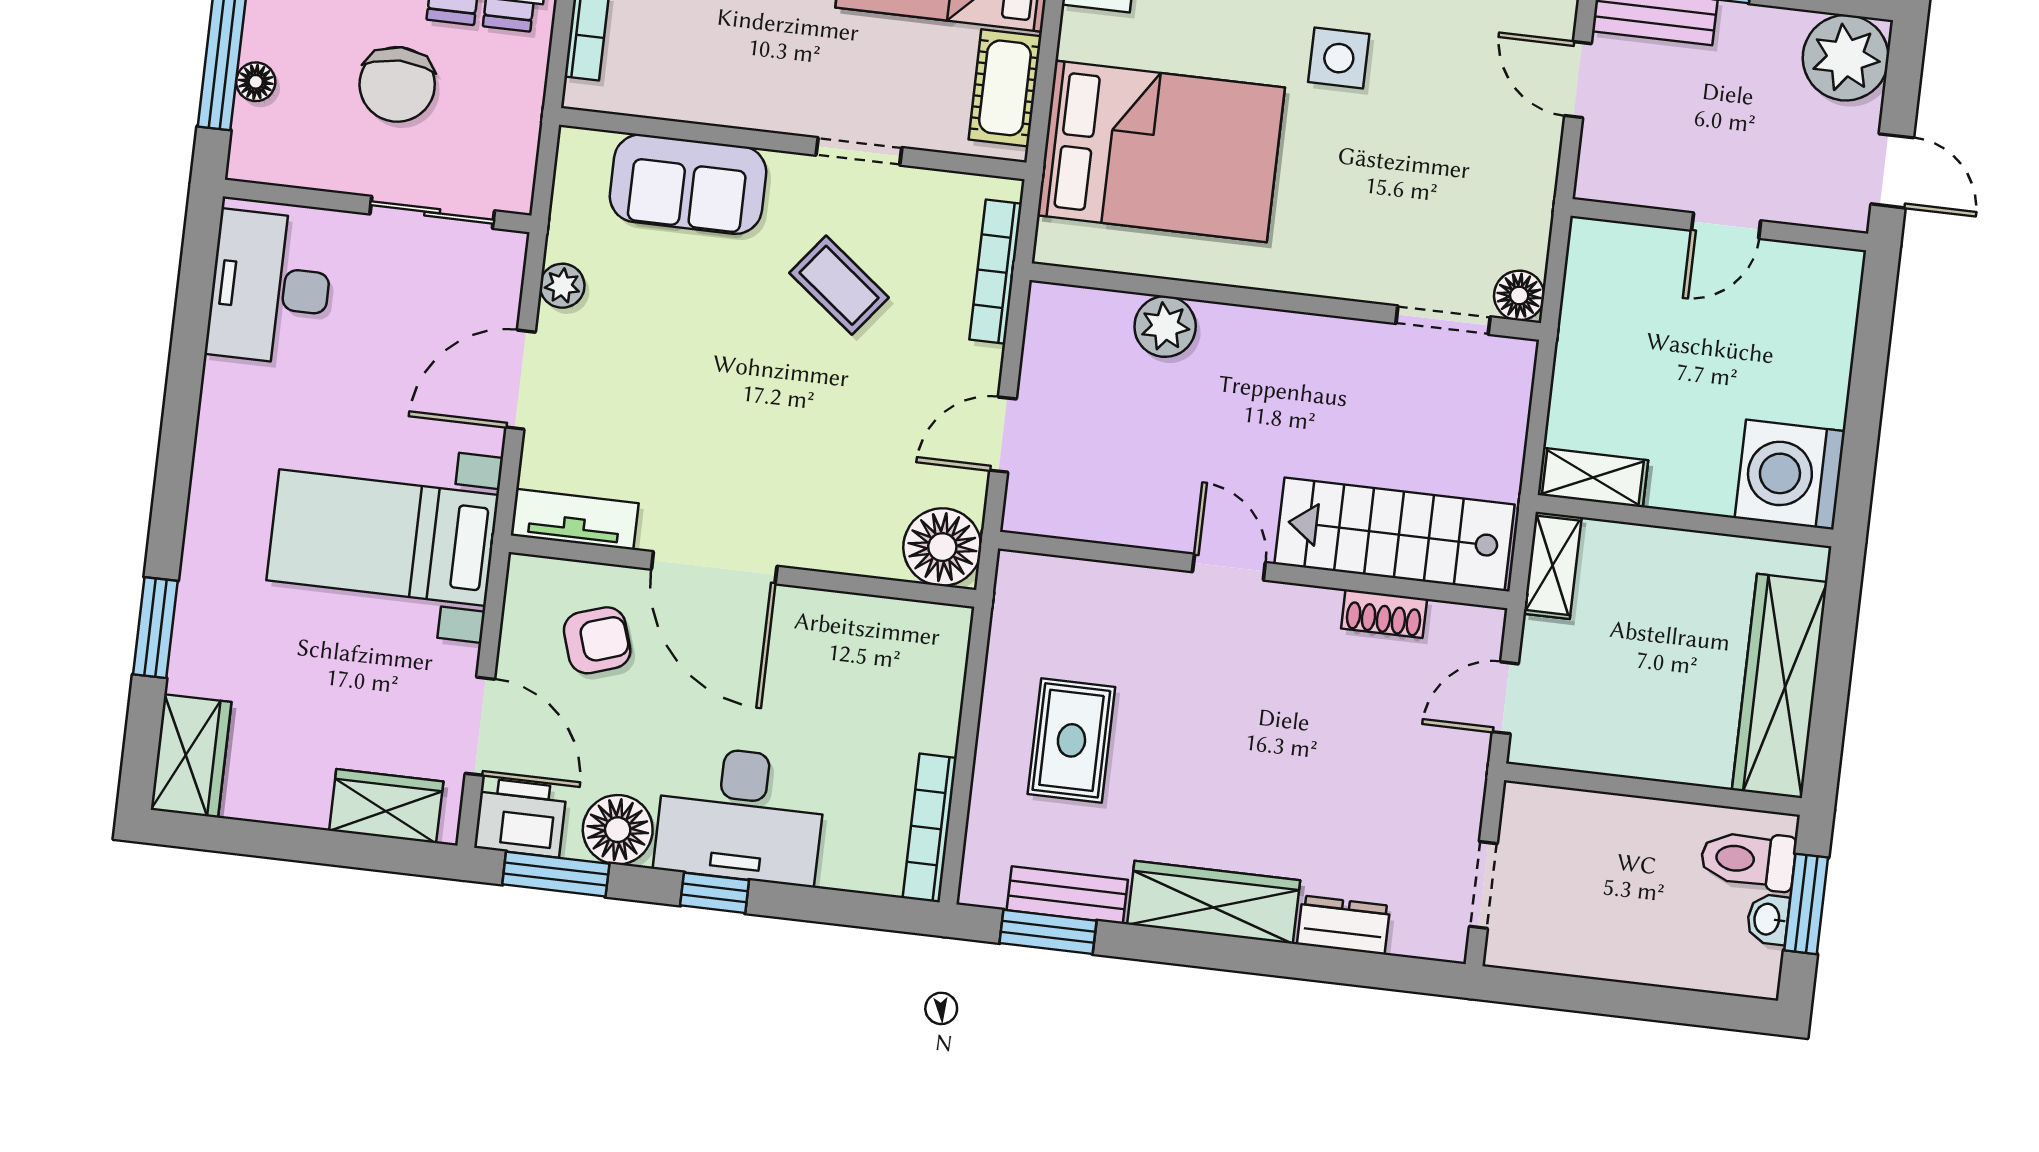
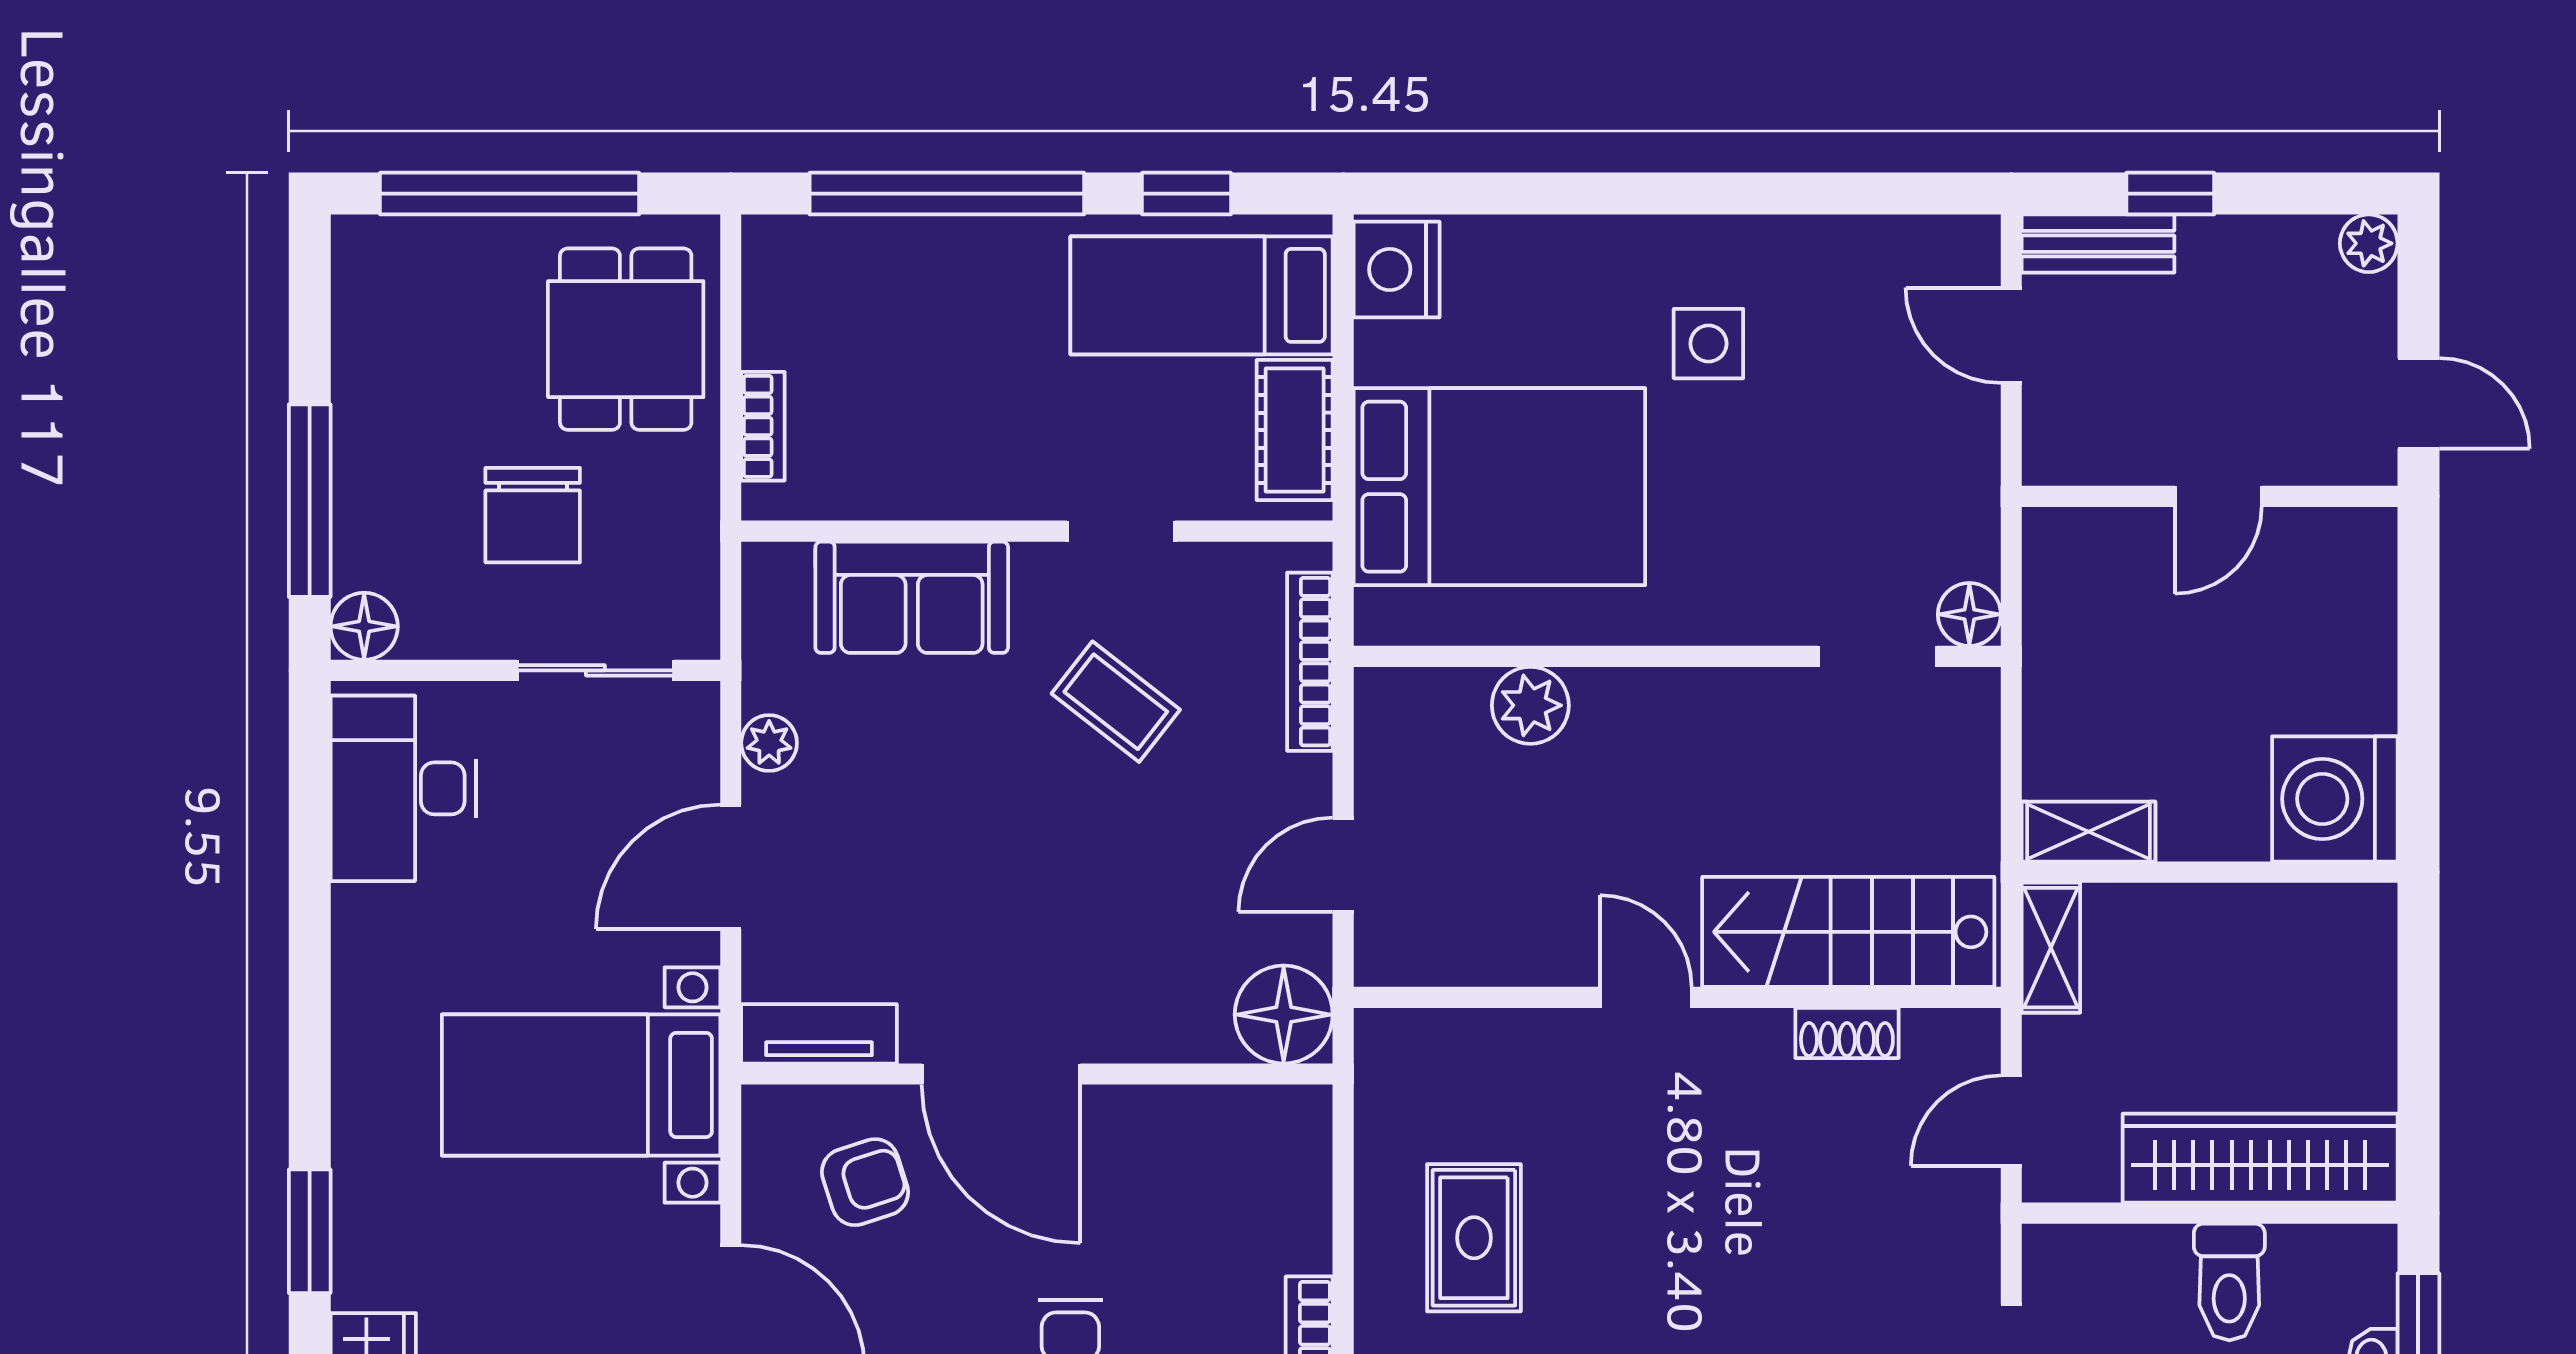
plant: (1846, 58) -> (2369, 243), width x0.53, depth x0.53
floor lamp: (256, 82) -> (364, 626), moved, width x1.37, depth x1.37
wardrobe: (1780, 686) -> (2260, 1158), moved, turned 90
toilet: (1748, 860) -> (2229, 1282), moved, turned -90

